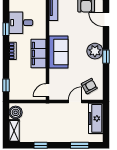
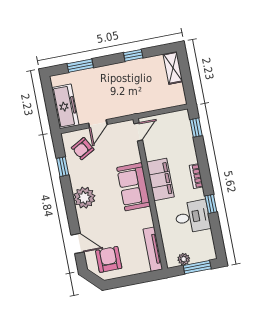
window: (106, 57) -> (63, 167), moved
boiler: (16, 112) -> (176, 93), removed

